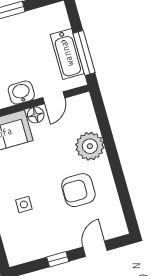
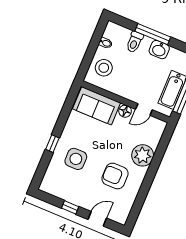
washbasin: (21, 93) -> (159, 50), moved, turned 180
side table: (24, 204) -> (76, 159), width x1.87, depth x1.87

